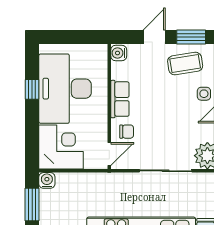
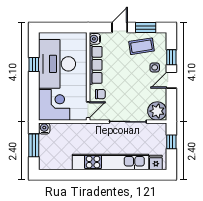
row of seats: (120, 99) -> (96, 65), width x1.48

